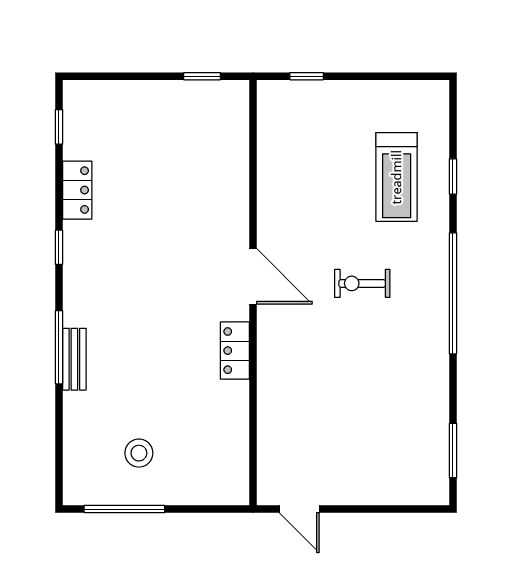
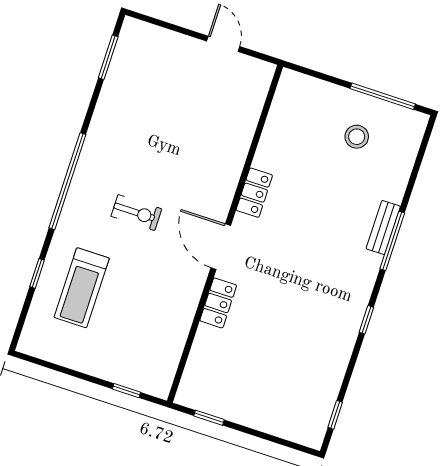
treadmill: (397, 177) -> (82, 288), turned 180
locker: (77, 190) -> (218, 303), moved, turned 180
door: (299, 509) -> (223, 44), moved

